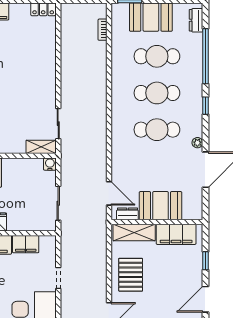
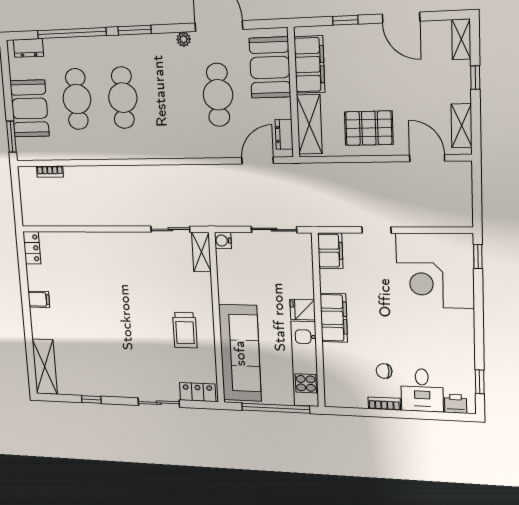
window: (206, 106) -> (135, 30), width x1.50
cafe table: (157, 130) -> (218, 95), moved
booth: (160, 206) -> (270, 68), moved
filing cabinet: (26, 244) -> (330, 251), moved

